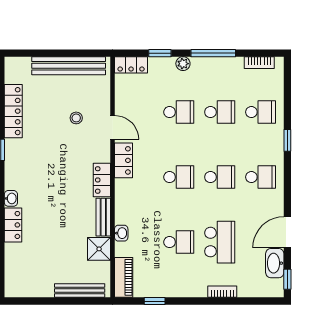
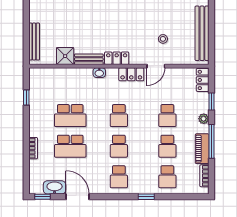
washbasin: (121, 233) -> (99, 73), moved
school desk: (179, 242) -> (70, 116), width x1.85
piano: (124, 277) -> (202, 149), moved, turned 90

